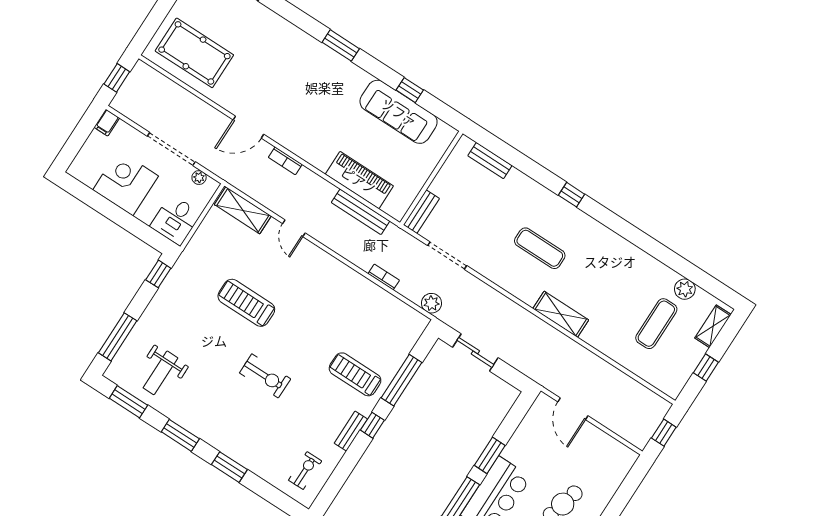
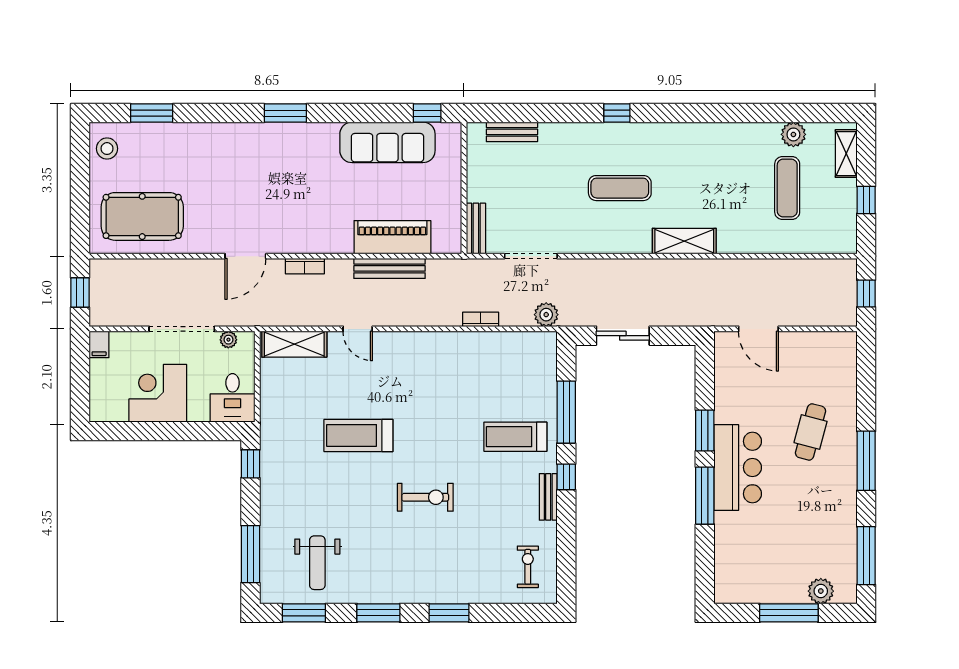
window: (410, 90) -> (427, 113), moved
bench: (361, 212) -> (389, 268), moved

